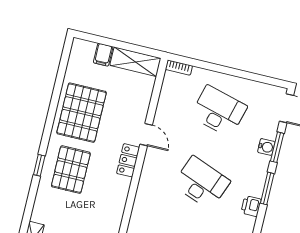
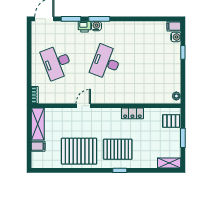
desk: (219, 111) -> (57, 62), turned -36
water cooler: (266, 147) -> (96, 26), moved
locker: (128, 160) -> (132, 113), moved
printer: (251, 206) -> (85, 27), moved

